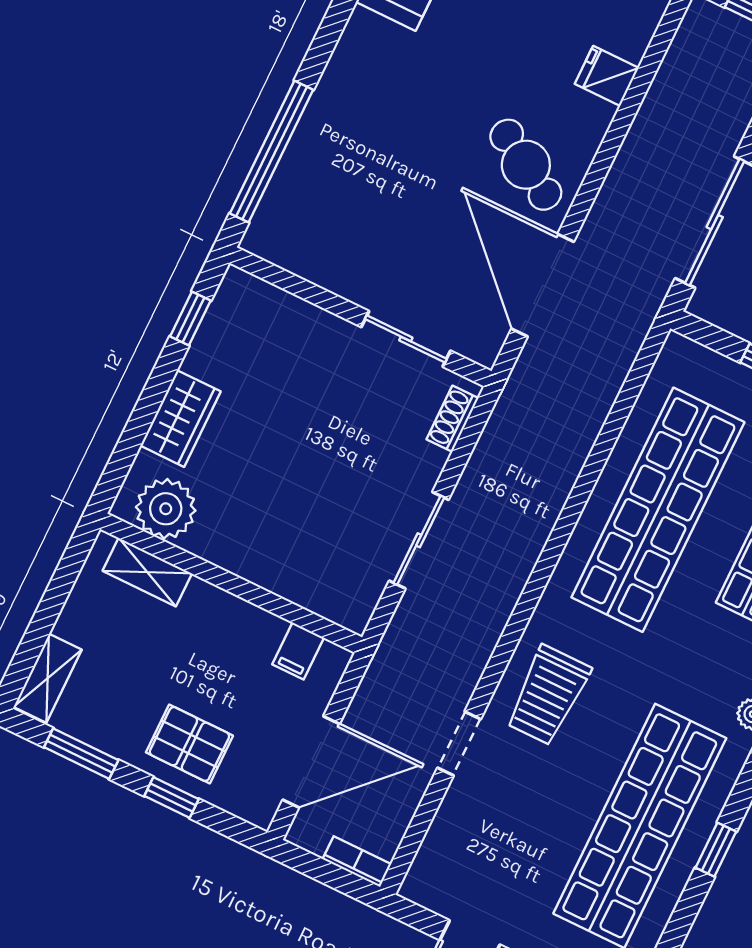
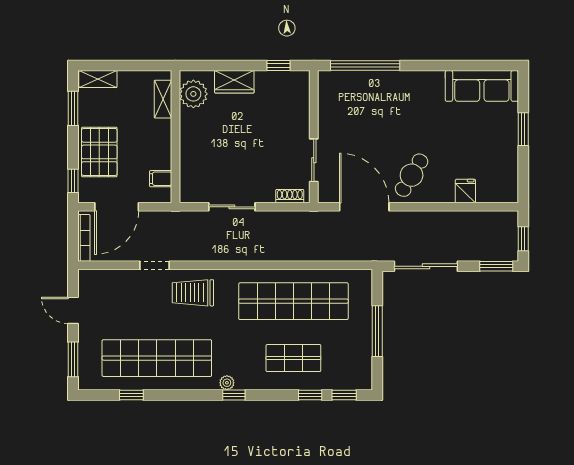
door: (543, 285) -> (364, 207), hinge flipped
pallet: (189, 744) -> (99, 152), width x1.50, depth x1.42
door: (311, 762) -> (117, 207), hinge flipped
window: (172, 798) -> (73, 181), moved
window: (716, 850) -> (131, 395), moved
bookcase: (357, 862) -> (84, 238), width x1.56

